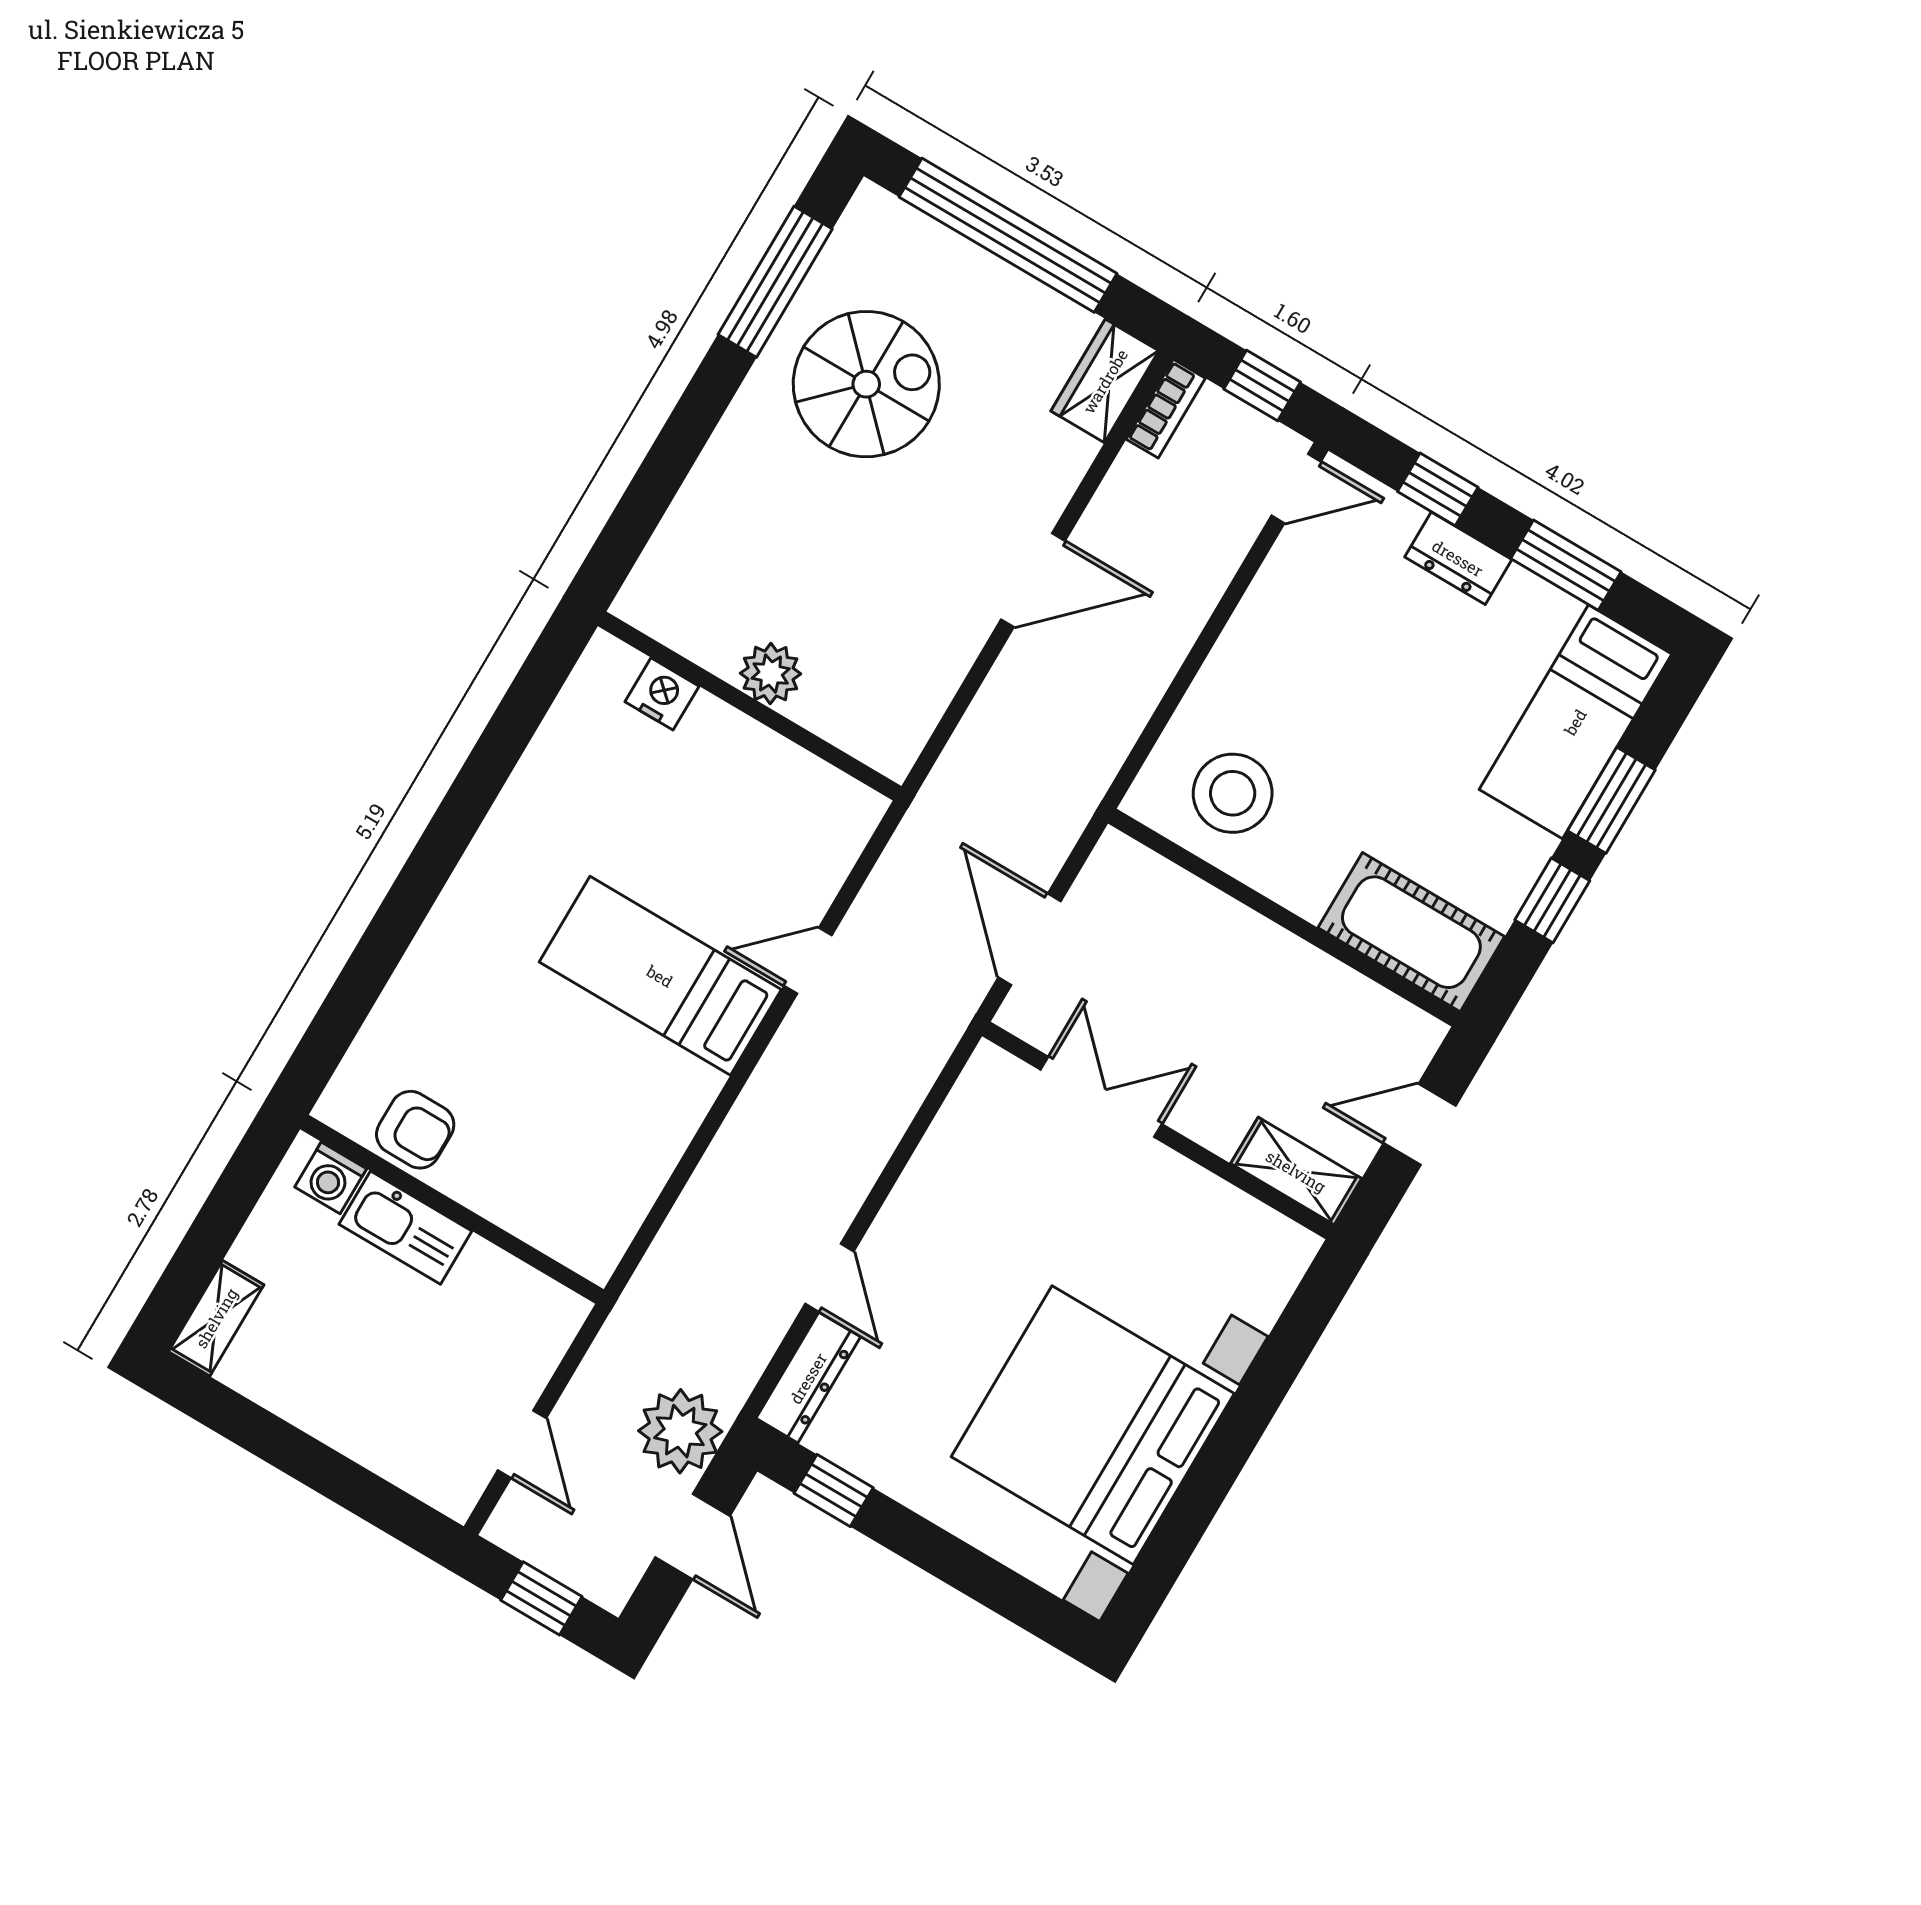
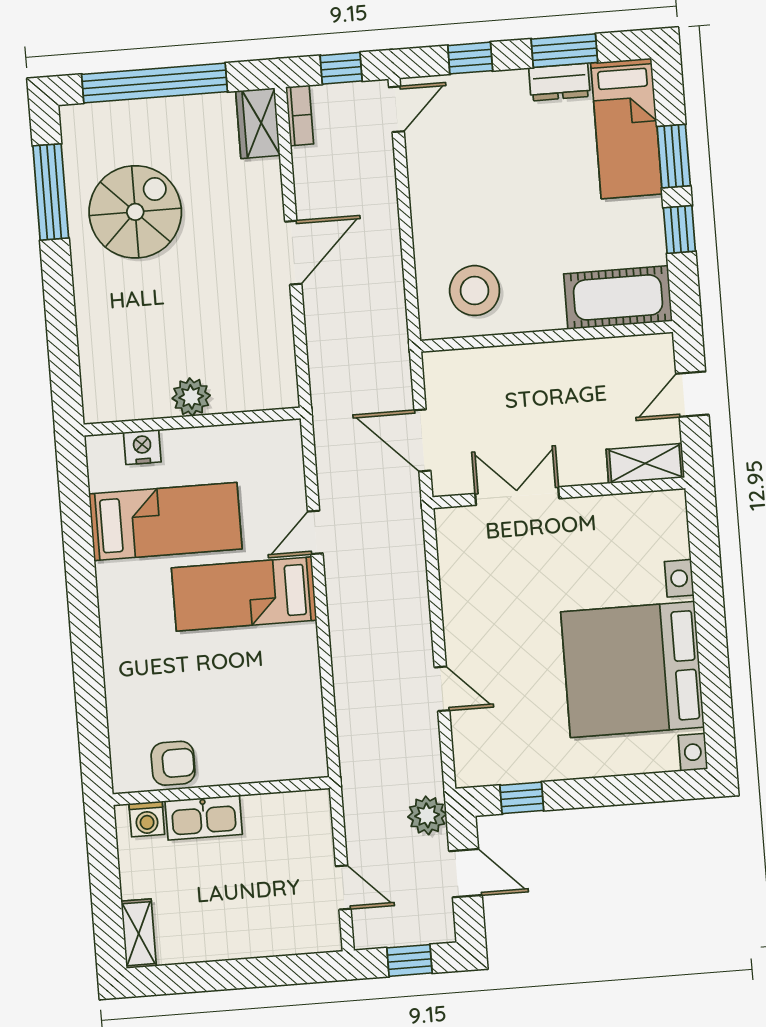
dresser: (1458, 558) -> (559, 82), moved
bed: (624, 811) -> (165, 521), added
dresser: (808, 1378) -> (467, 749), removed
plant: (680, 1431) -> (427, 815), width x0.73, depth x0.73

